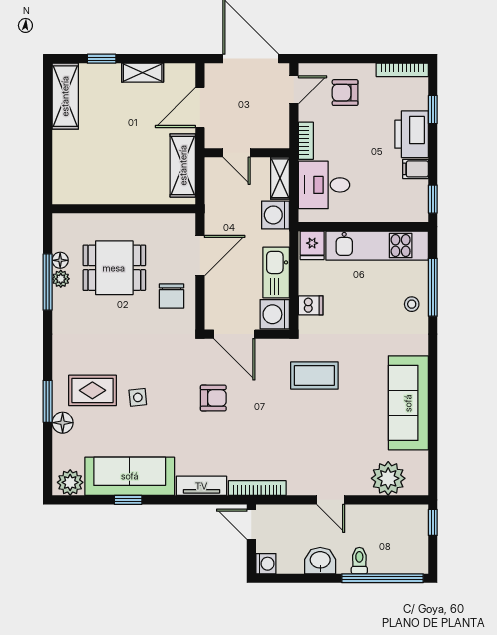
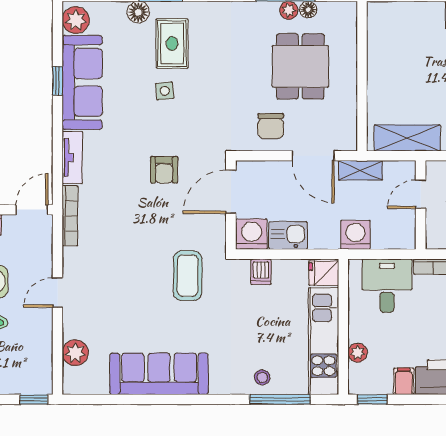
shelving: (280, 178) -> (360, 170), moved
plant: (388, 213) -> (358, 353), added
kitchen sink: (276, 273) -> (288, 236), width x0.73
chair: (171, 296) -> (271, 126), turned -90
plant: (388, 478) -> (75, 353), width x0.73, depth x0.73

